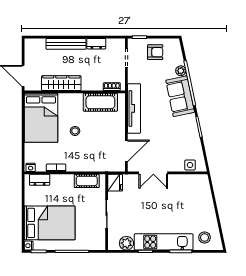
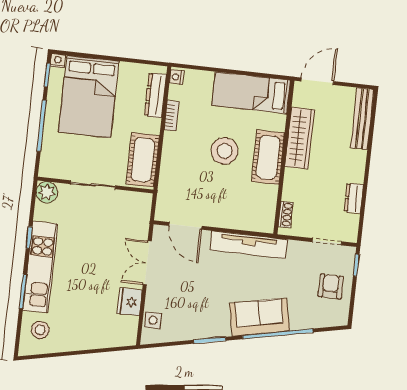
bench: (66, 44) -> (362, 119), moved
armchair: (155, 52) -> (331, 286), turned 180
plant: (181, 71) -> (298, 322), removed
cot: (100, 102) -> (268, 157), moved
bed: (41, 118) -> (251, 93), width x0.67
stool: (75, 131) -> (224, 151), width x1.89, depth x1.89
dresser: (40, 180) -> (155, 95), width x1.44
cot: (87, 181) -> (143, 160), width x1.37, depth x1.34
fridge: (115, 183) -> (130, 302), moved, turned 90
plant: (126, 243) -> (47, 192), moved

